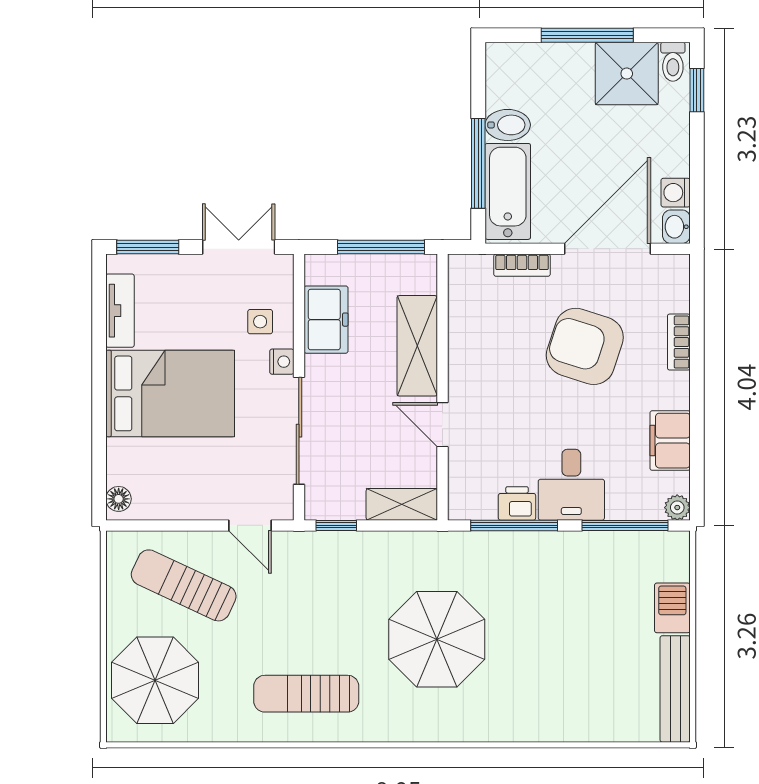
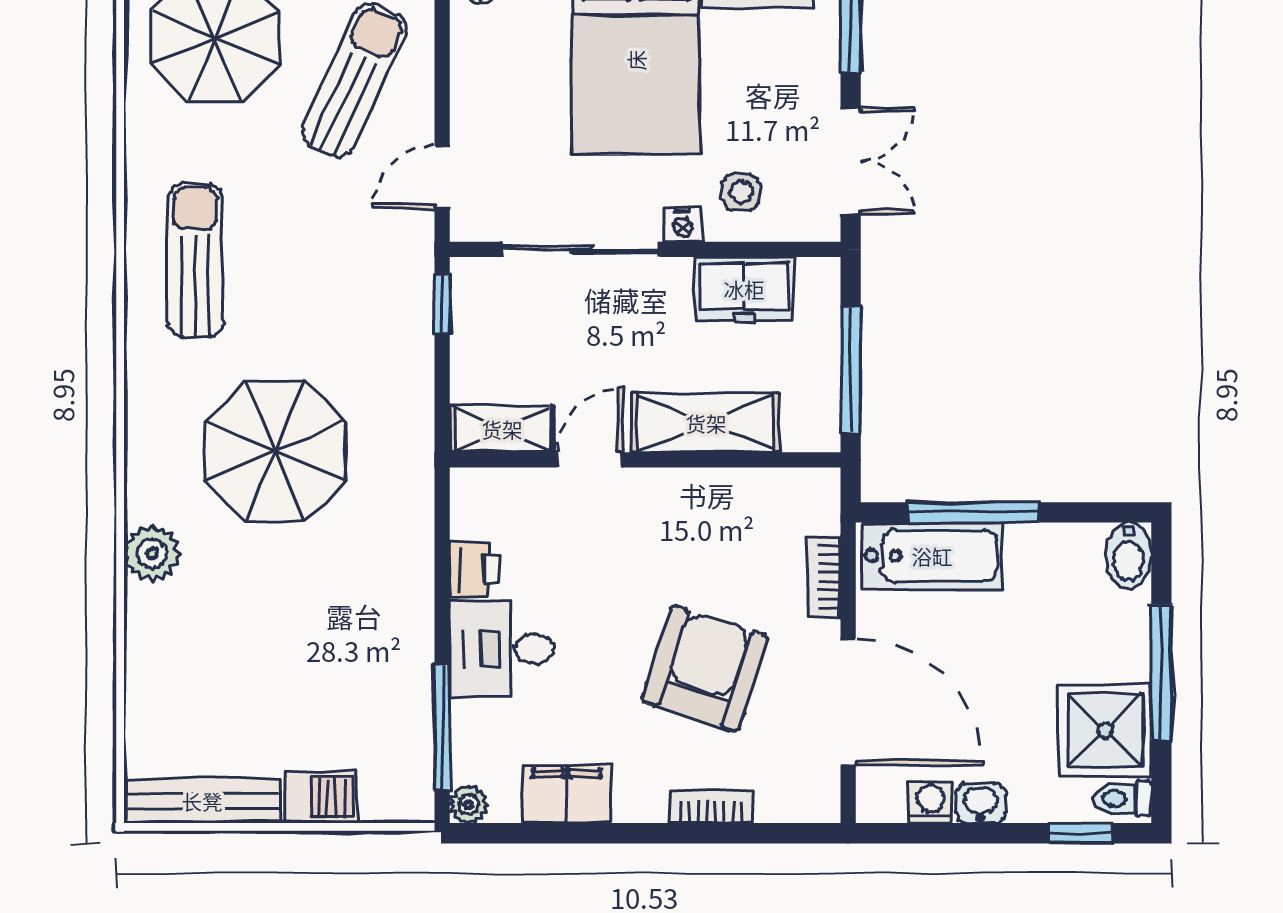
bidet: (508, 125) -> (1128, 556), moved
washbasin: (676, 227) -> (981, 803), moved
shelving: (402, 504) -> (502, 429), moved, turned 90
window: (514, 525) -> (442, 565), removed
plant: (506, 723) -> (152, 553), added

